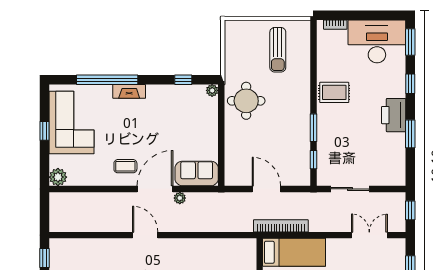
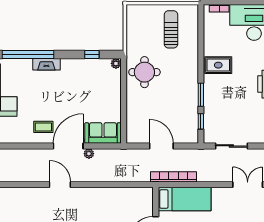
sun lounger: (278, 50) -> (171, 29), turned 180

